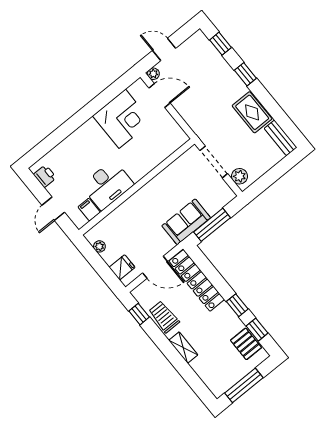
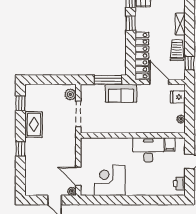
window: (221, 44) -> (20, 103), moved
bench: (281, 138) -> (30, 97), removed
trolley: (164, 317) -> (177, 50), turned 180

